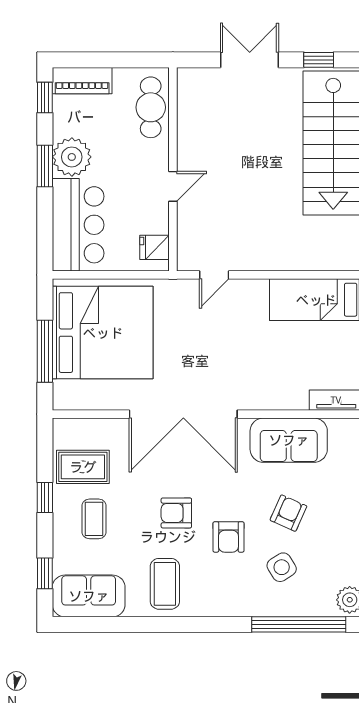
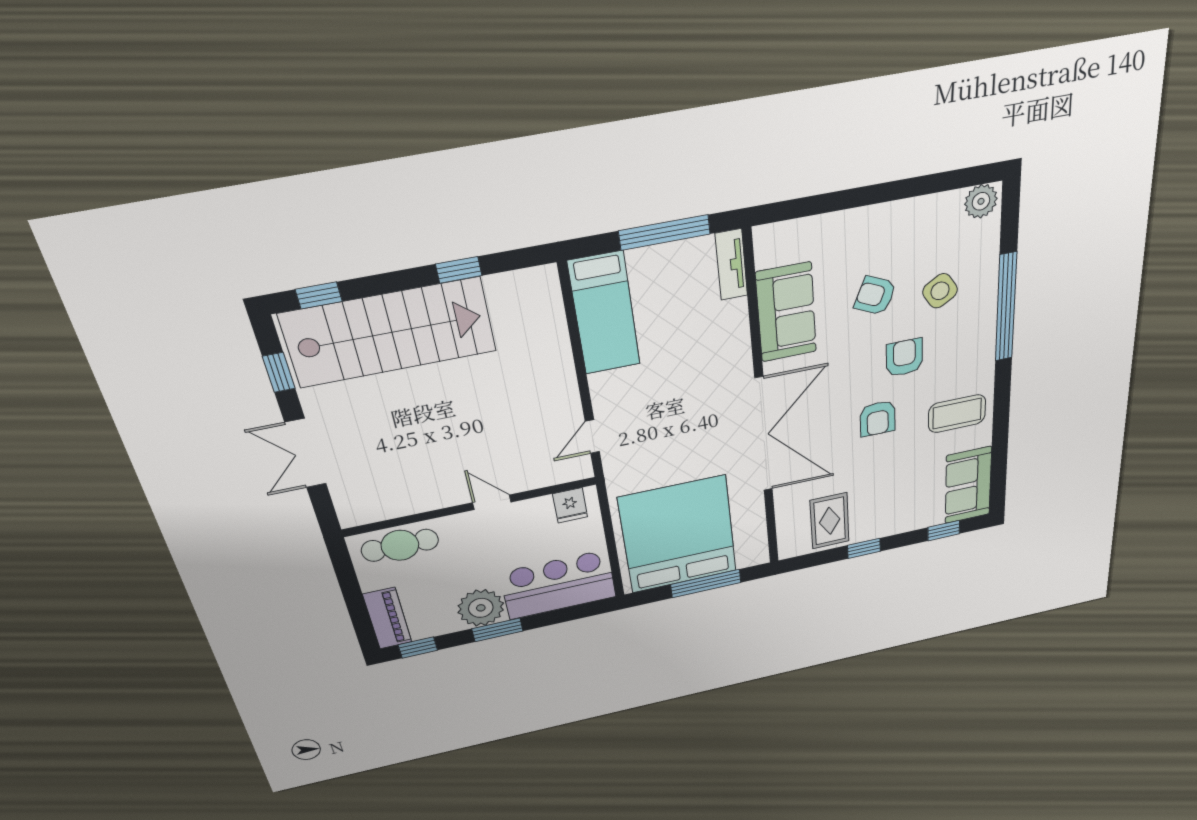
door: (214, 275) -> (592, 437), swing flipped
coffee table: (94, 519) -> (886, 498), removed
armchair: (228, 537) -> (904, 358), turned -90
window: (299, 624) -> (1006, 307), moved

